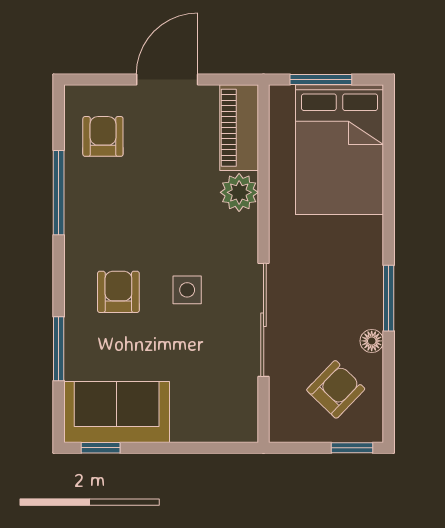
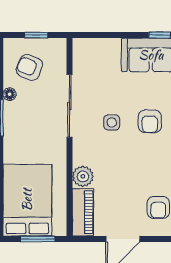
armchair: (336, 389) -> (29, 67), turned 68
window: (352, 448) -> (36, 35), moved

